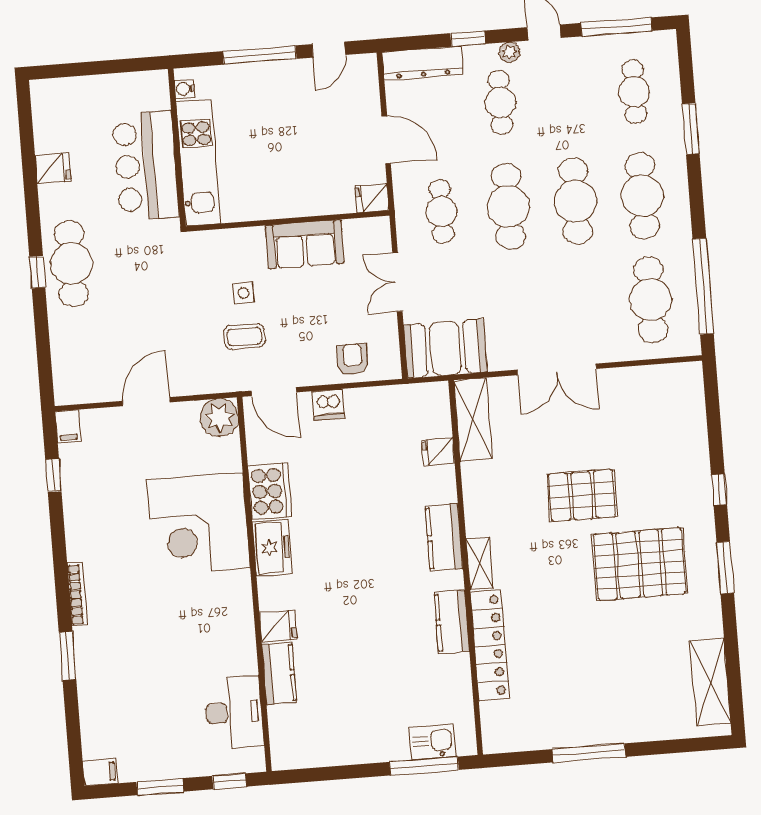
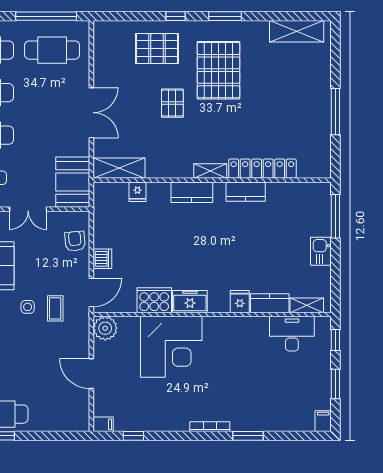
armchair: (353, 359) -> (75, 241), turned 85
pallet: (666, 465) -> (157, 48), added
pallet: (582, 496) -> (172, 103), width x0.67, depth x0.71
shelving: (280, 732) -> (307, 305), added
kitchen sink: (432, 742) -> (321, 251), moved

